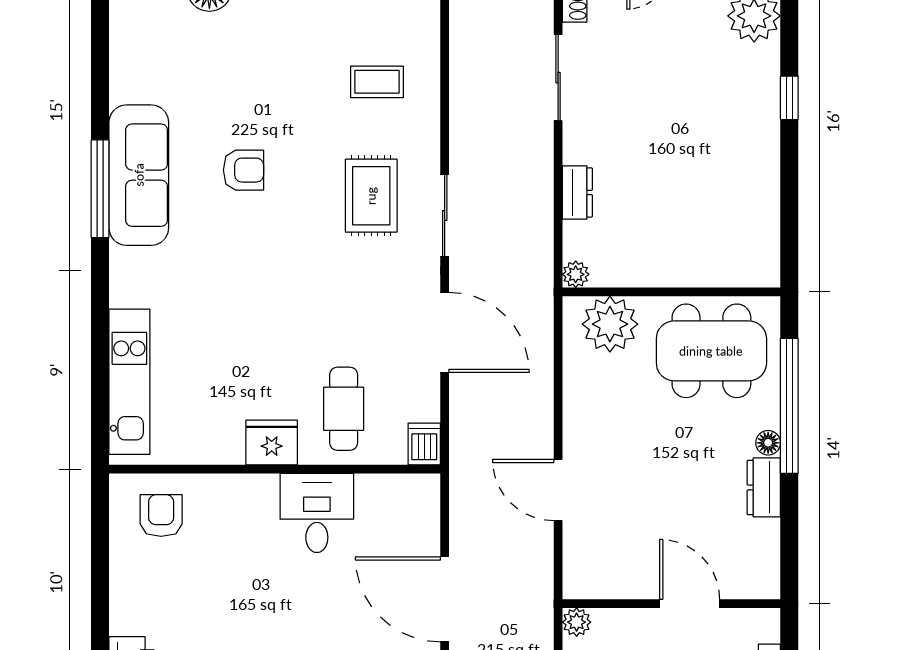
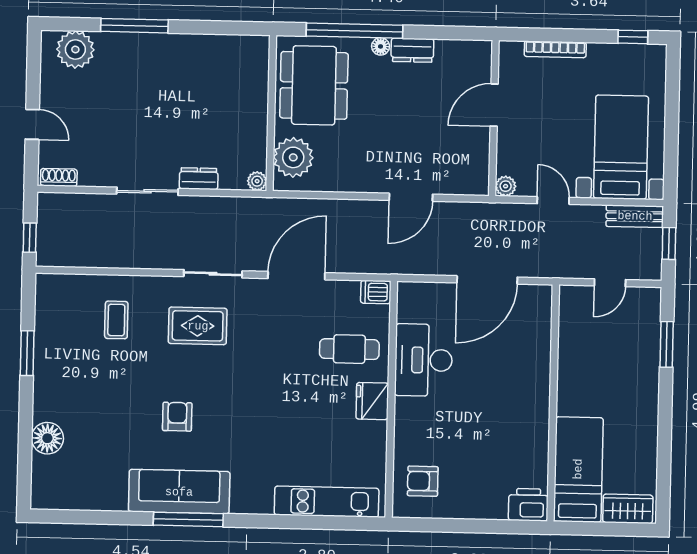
sliding door: (558, 78) -> (147, 191), moved
window: (789, 98) -> (134, 26), width x2.17
desk: (317, 513) -> (424, 360), width x1.37

